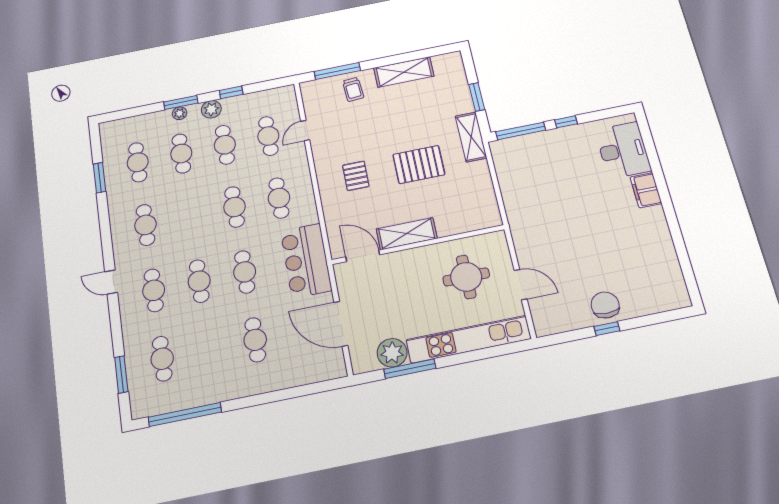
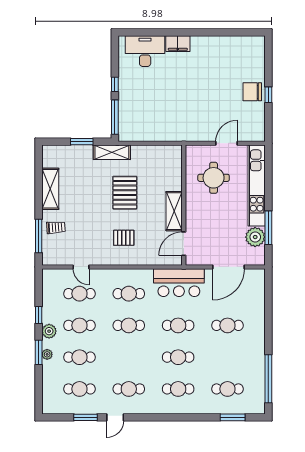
door: (111, 282) -> (115, 417), moved

